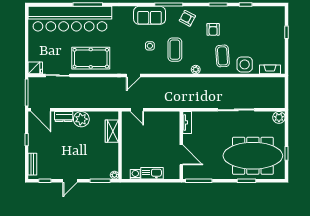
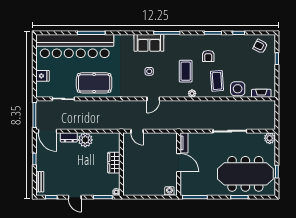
armchair: (187, 18) -> (260, 46), moved
coffee table: (175, 50) -> (186, 71), moved
fridge: (35, 68) -> (42, 76), moved
door: (133, 75) -> (153, 99), moved
wardrobe: (112, 131) -> (114, 163), moved
door: (181, 155) -> (179, 163), moved
kitchen sink: (152, 173) -> (151, 190), removed
washing machine: (135, 174) -> (169, 191), moved
door: (70, 181) -> (75, 197), hinge flipped

